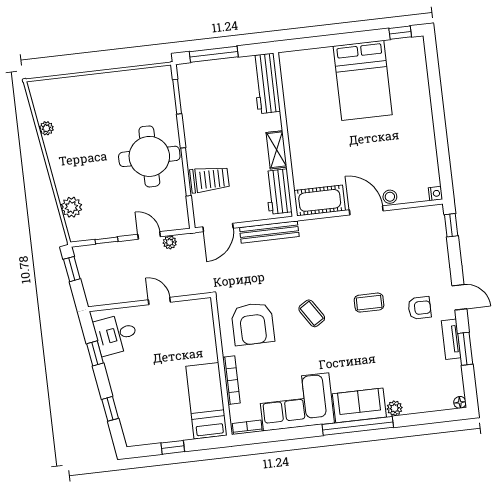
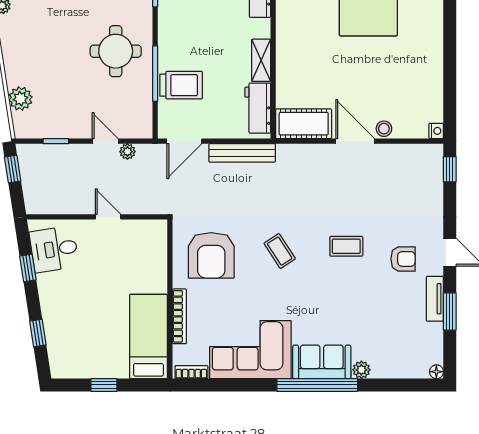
round table: (149, 156) -> (116, 51), width x0.73, depth x0.73

